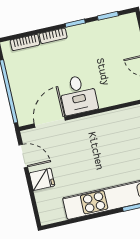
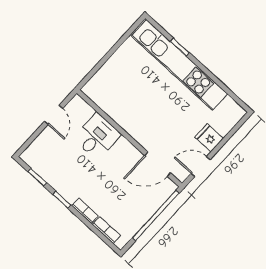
desk: (78, 95) -> (97, 136), moved
door: (23, 156) -> (201, 167), hinge flipped

